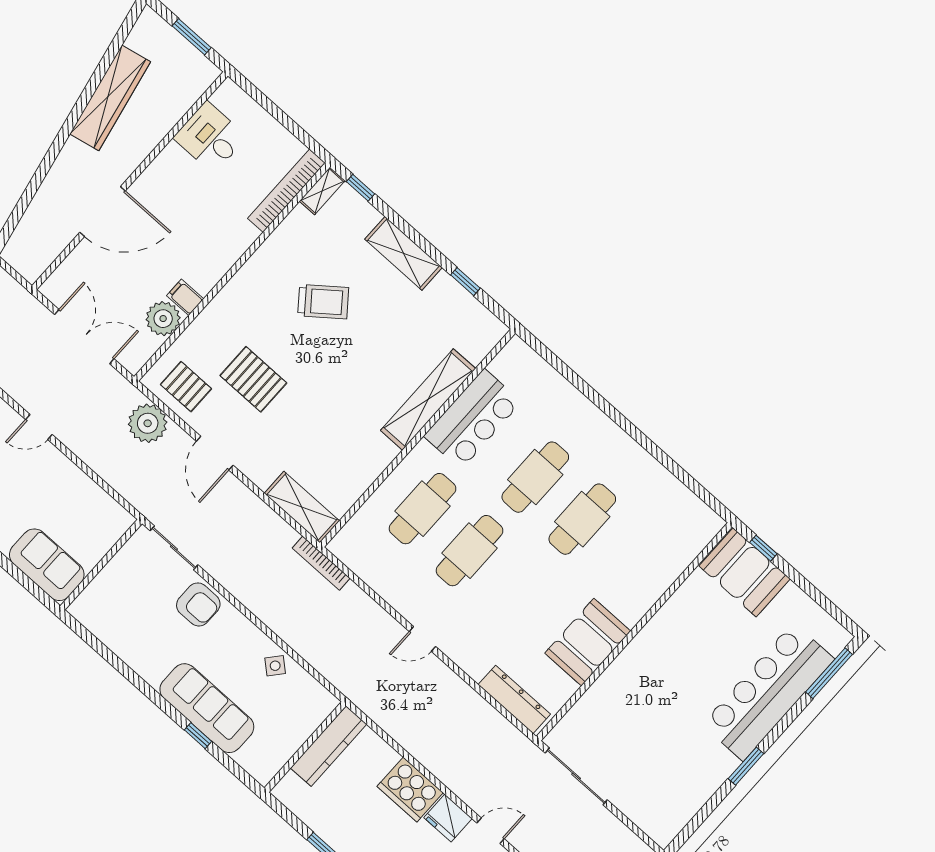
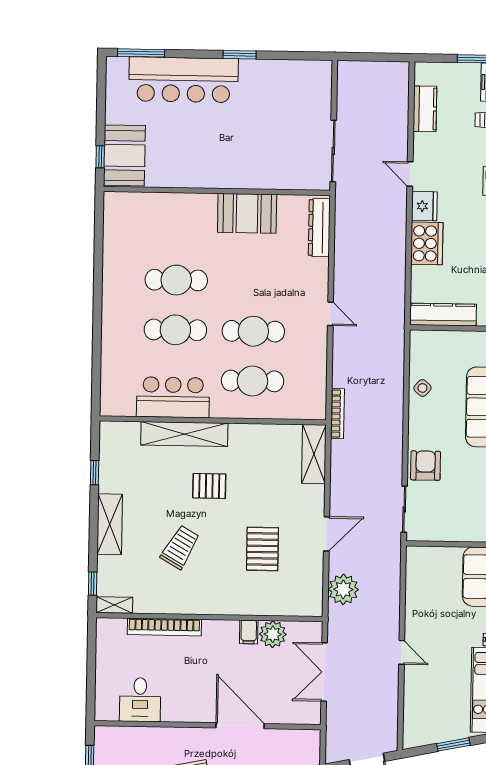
bookcase: (286, 191) -> (164, 627), moved
trolley: (323, 302) -> (180, 547), turned 68
pallet: (186, 387) -> (209, 486), moved, turned 90

